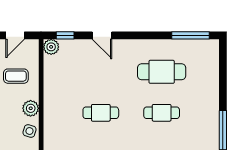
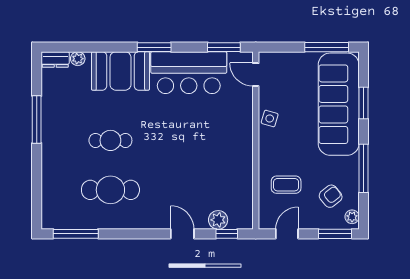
plant: (51, 47) -> (218, 220), moved
plant: (31, 108) -> (268, 146), removed
cafe table: (101, 113) -> (184, 140), removed

